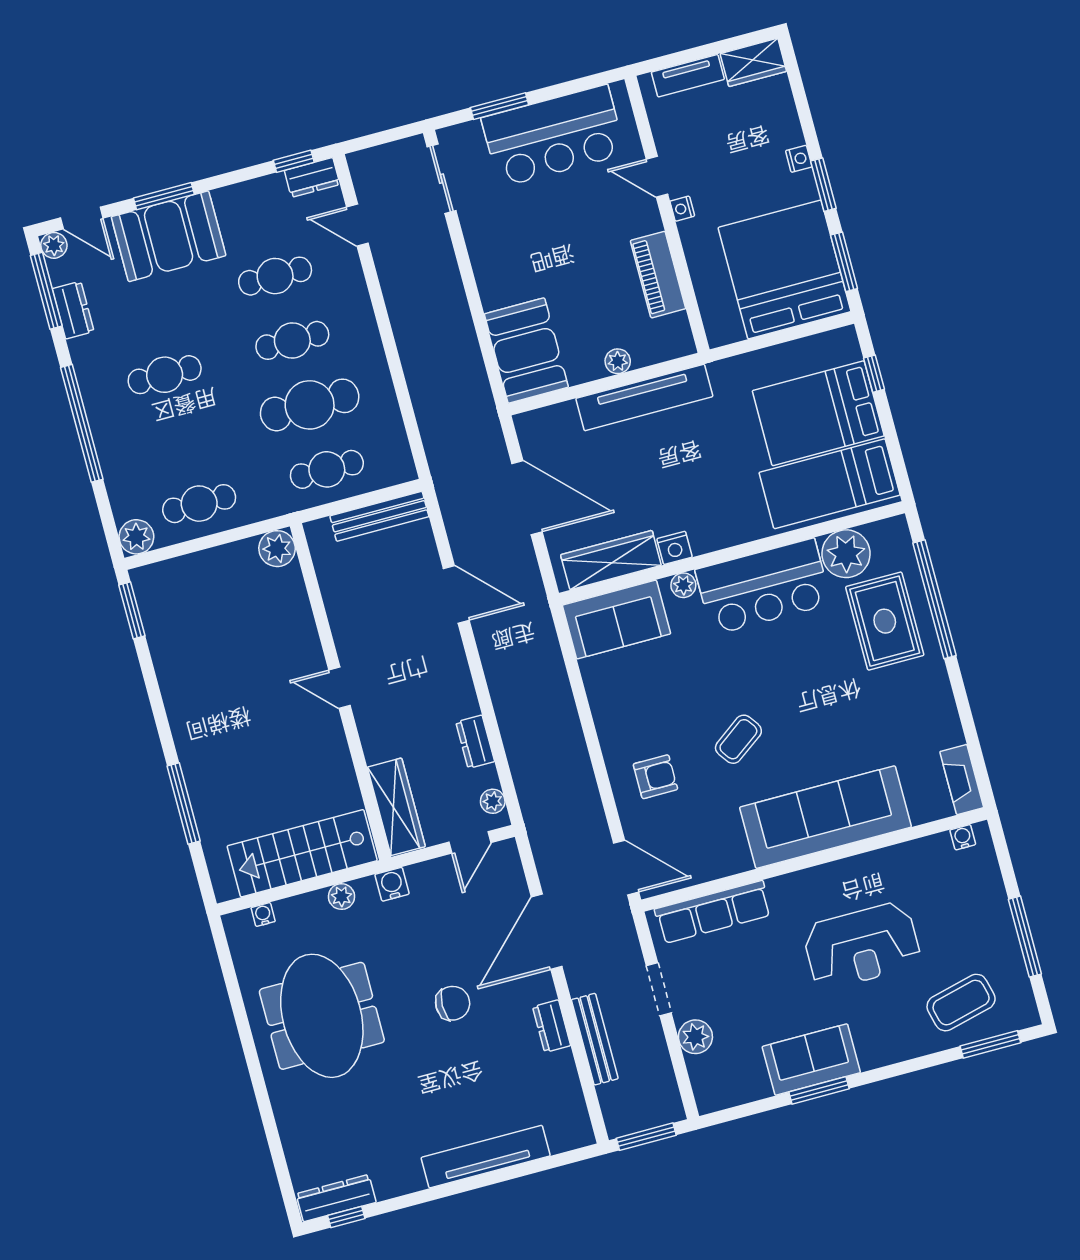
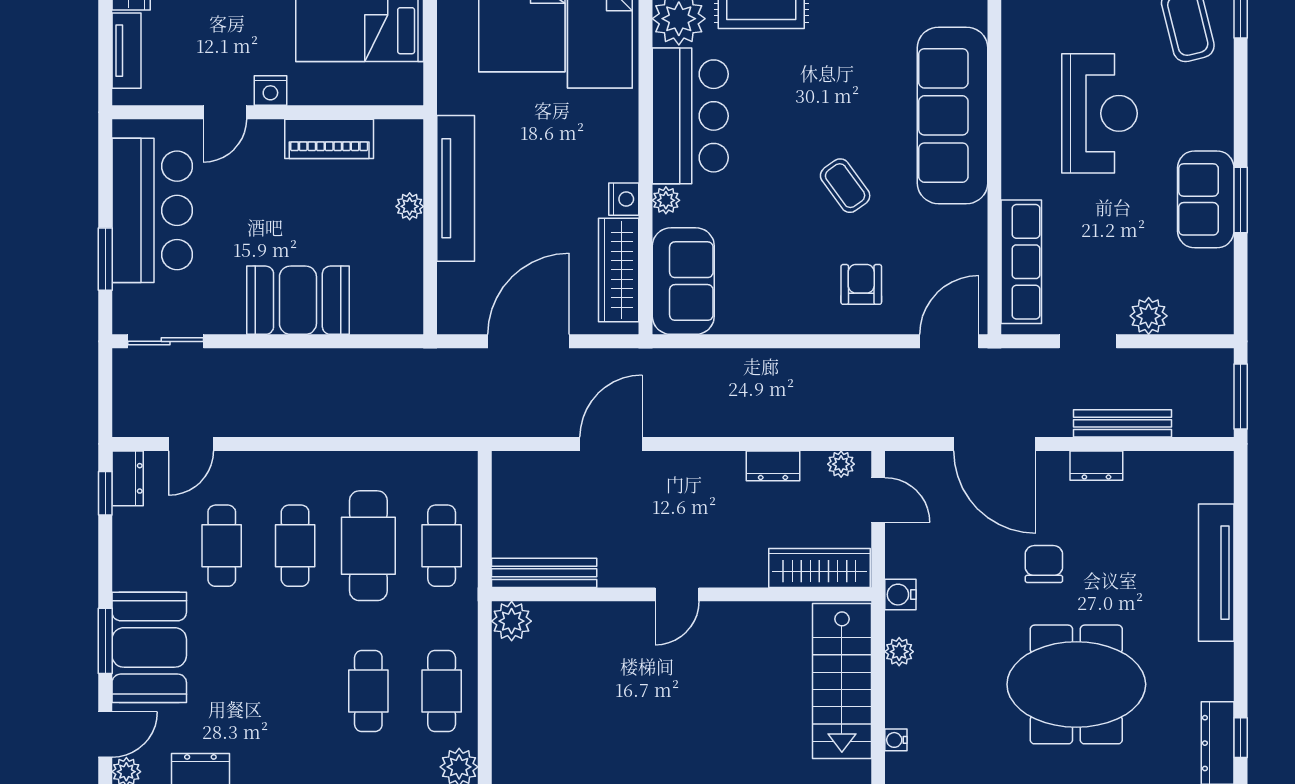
nightstand: (682, 209) -> (270, 90), width x1.39, depth x1.35
booth: (526, 351) -> (298, 300), moved
cafe table: (165, 375) -> (368, 691), moved
bench: (379, 516) -> (544, 573), moved, turned 90
meeting table: (322, 1016) -> (1076, 684), moved

